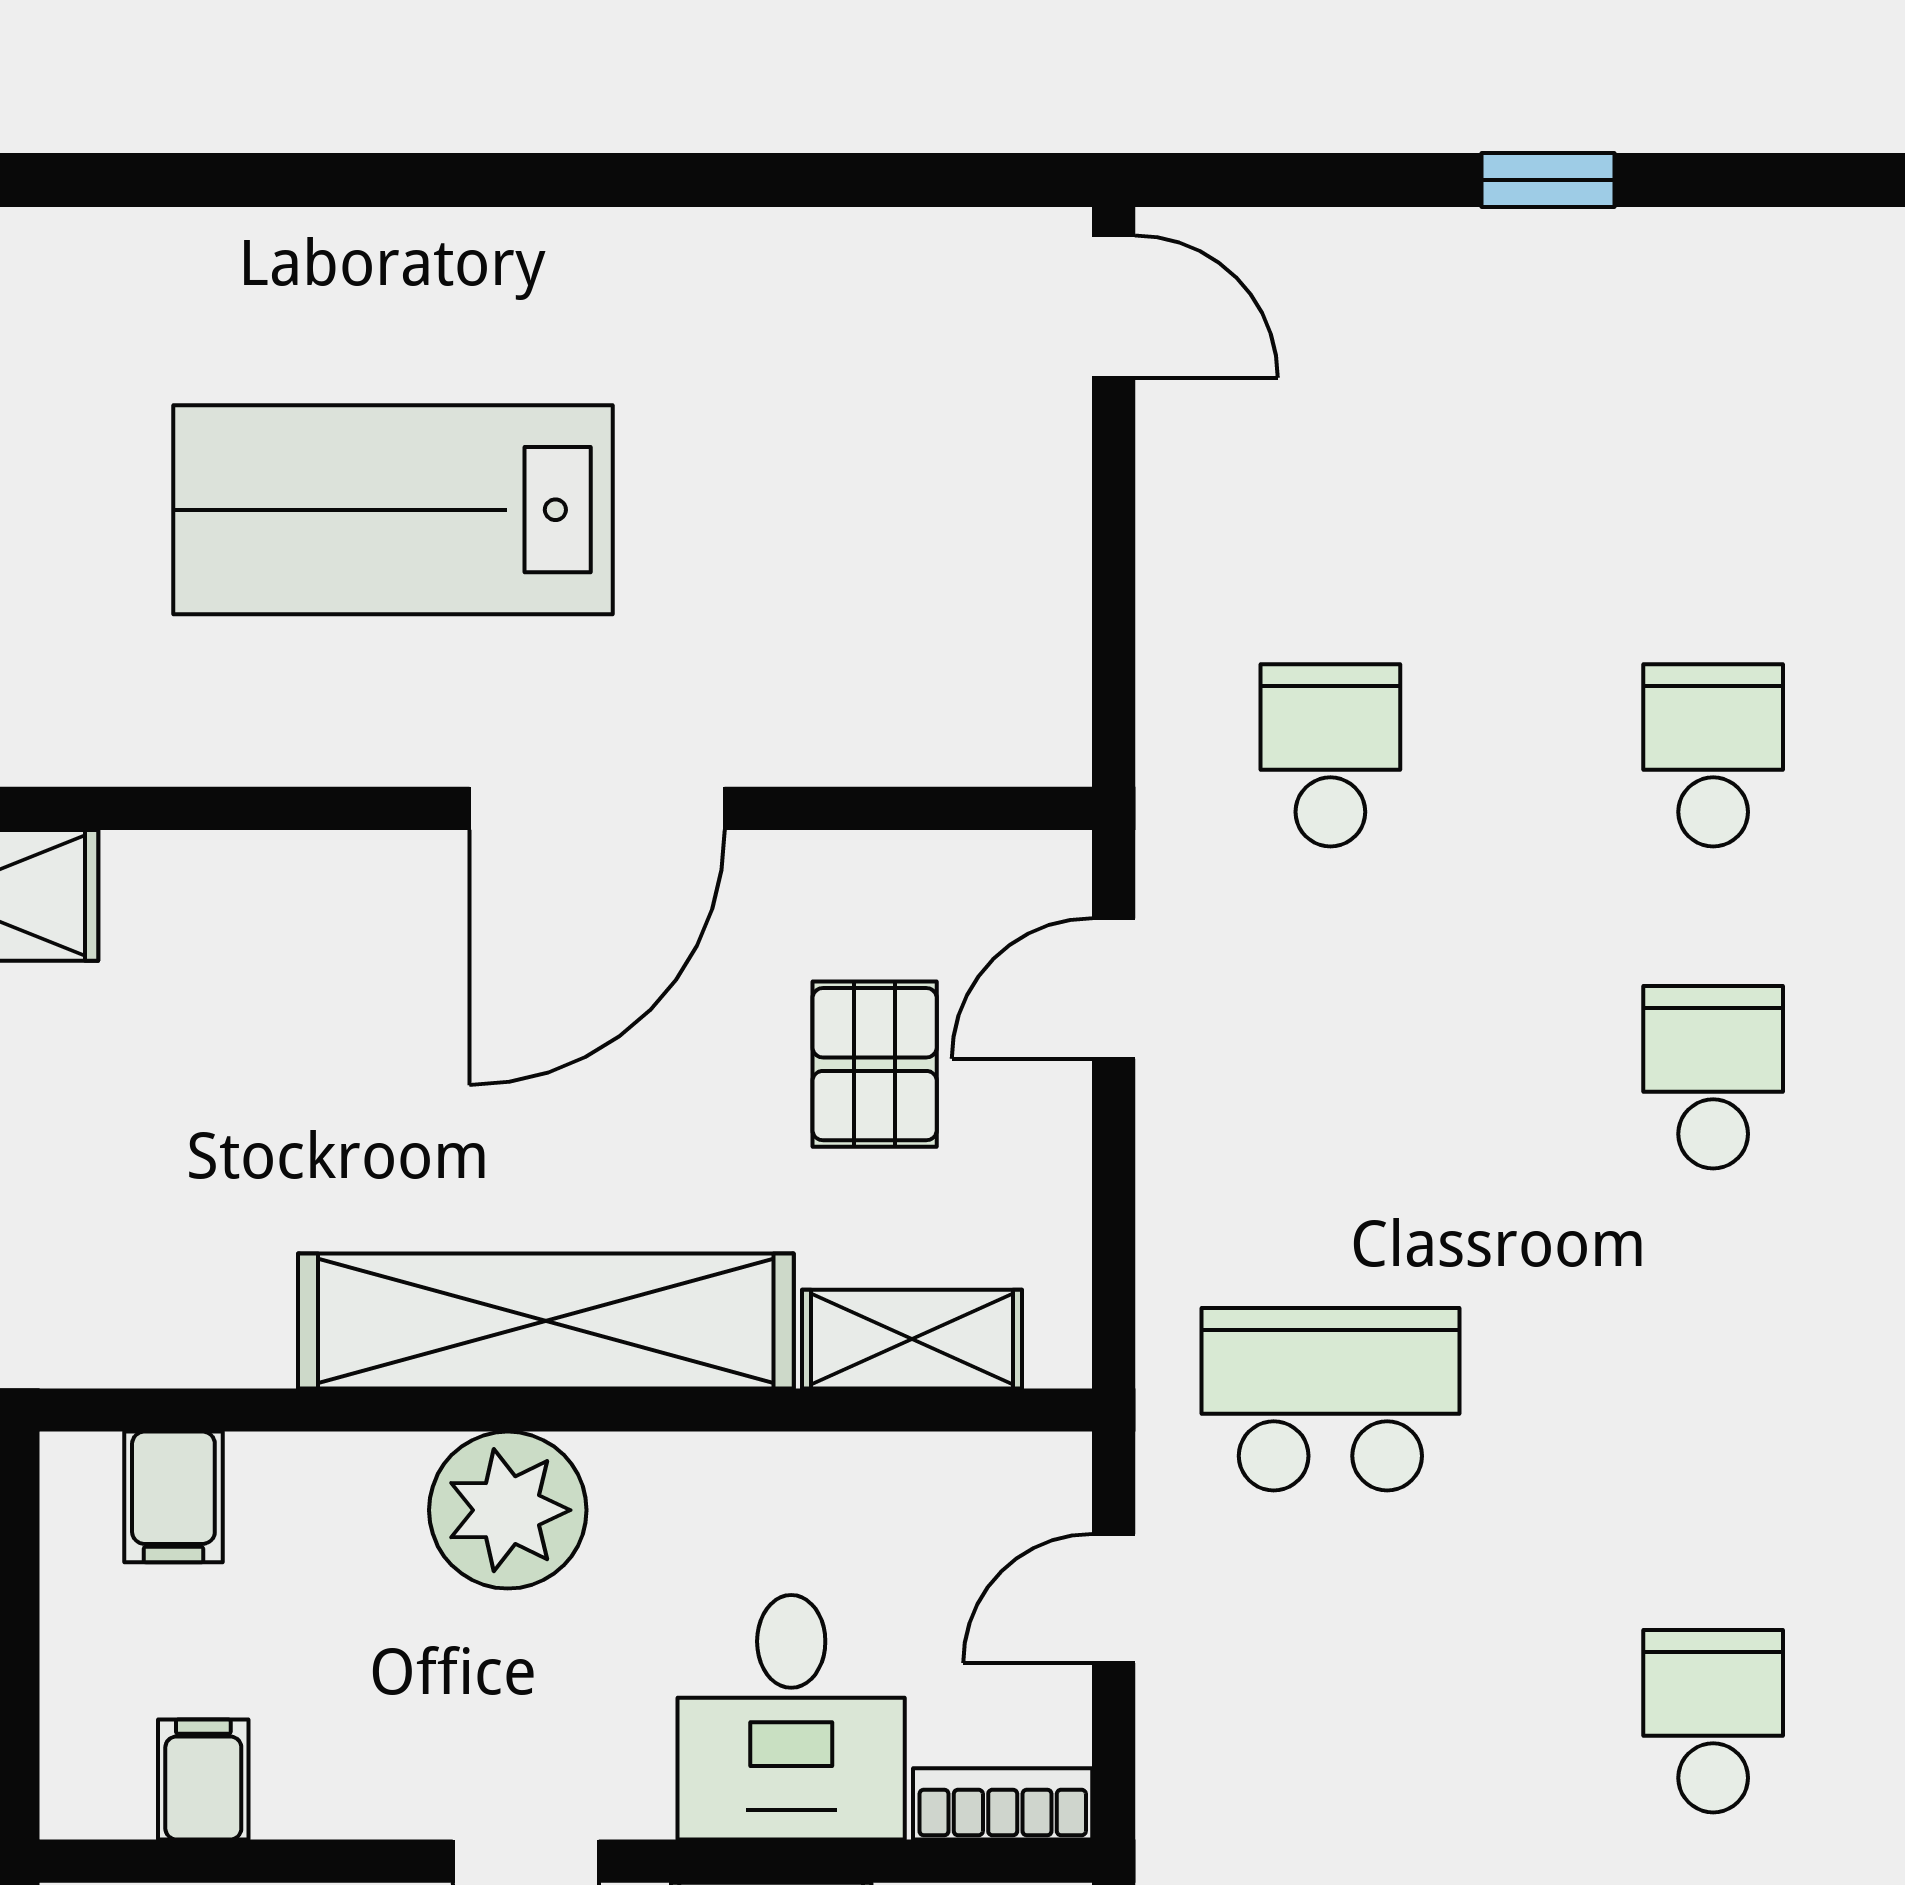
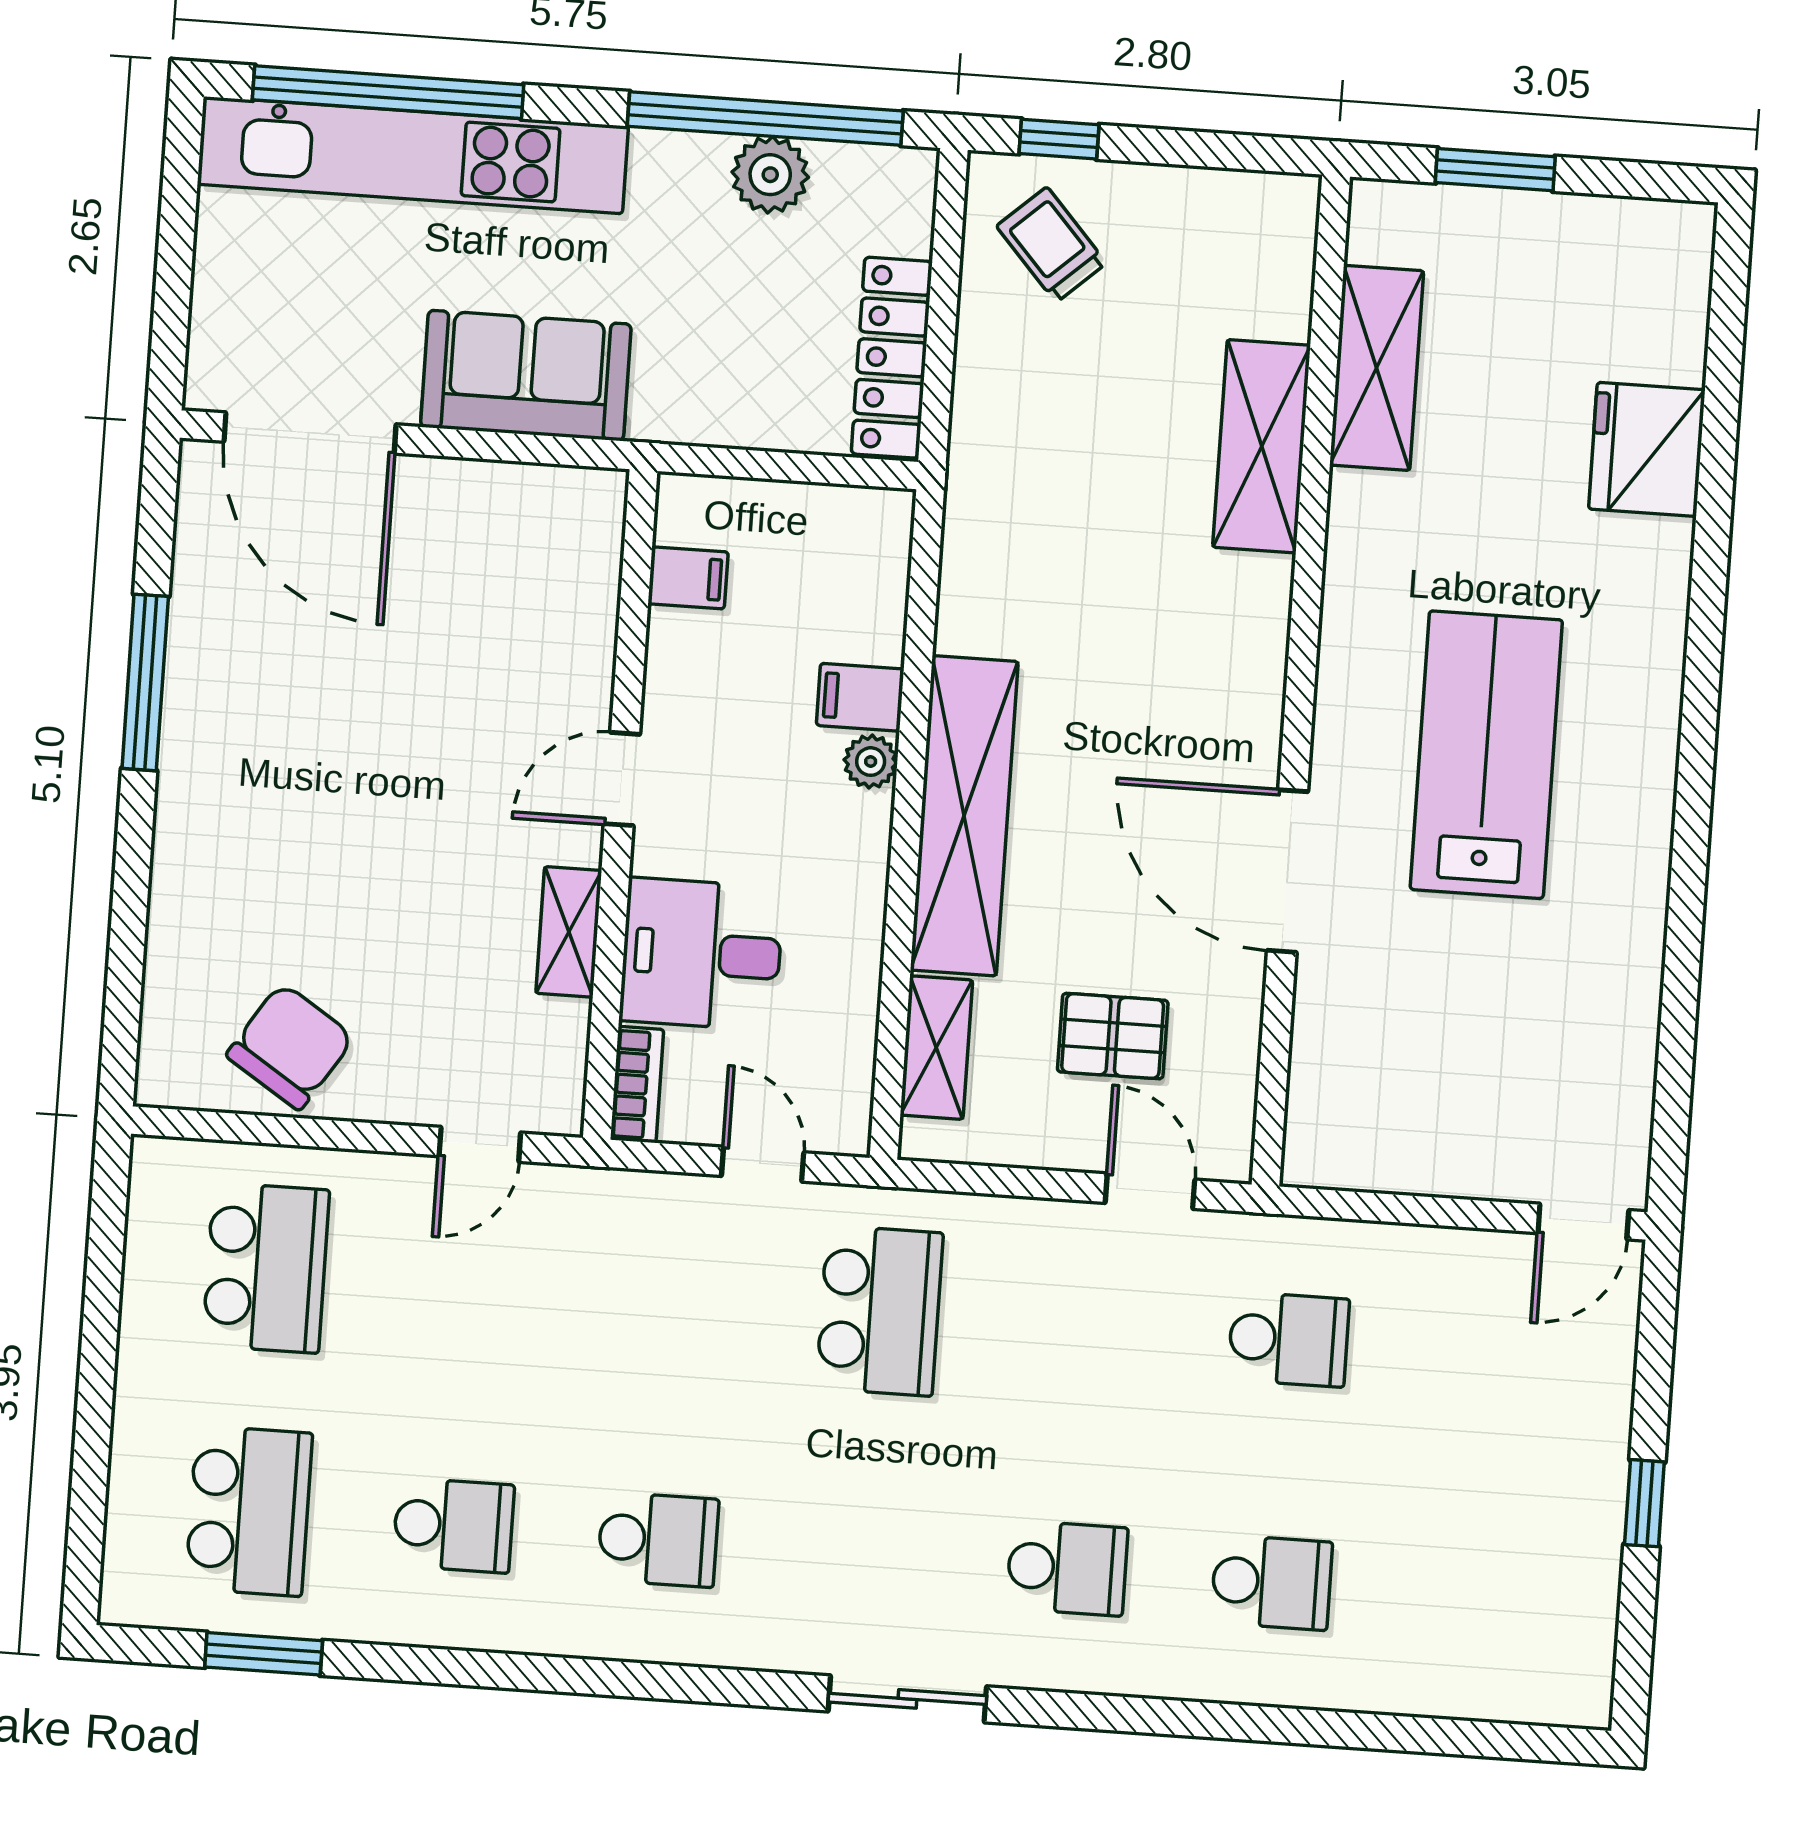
filing cabinet: (173, 1497) -> (860, 697), moved
plant: (508, 1510) -> (871, 762), width x0.53, depth x0.53

